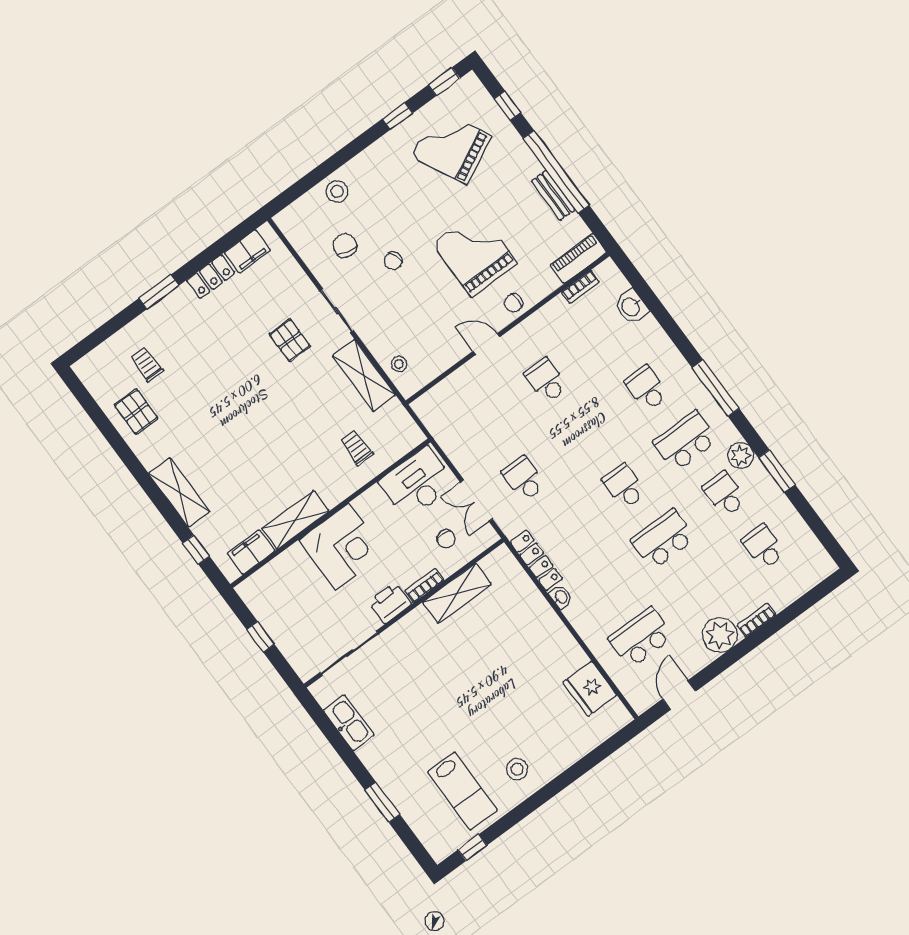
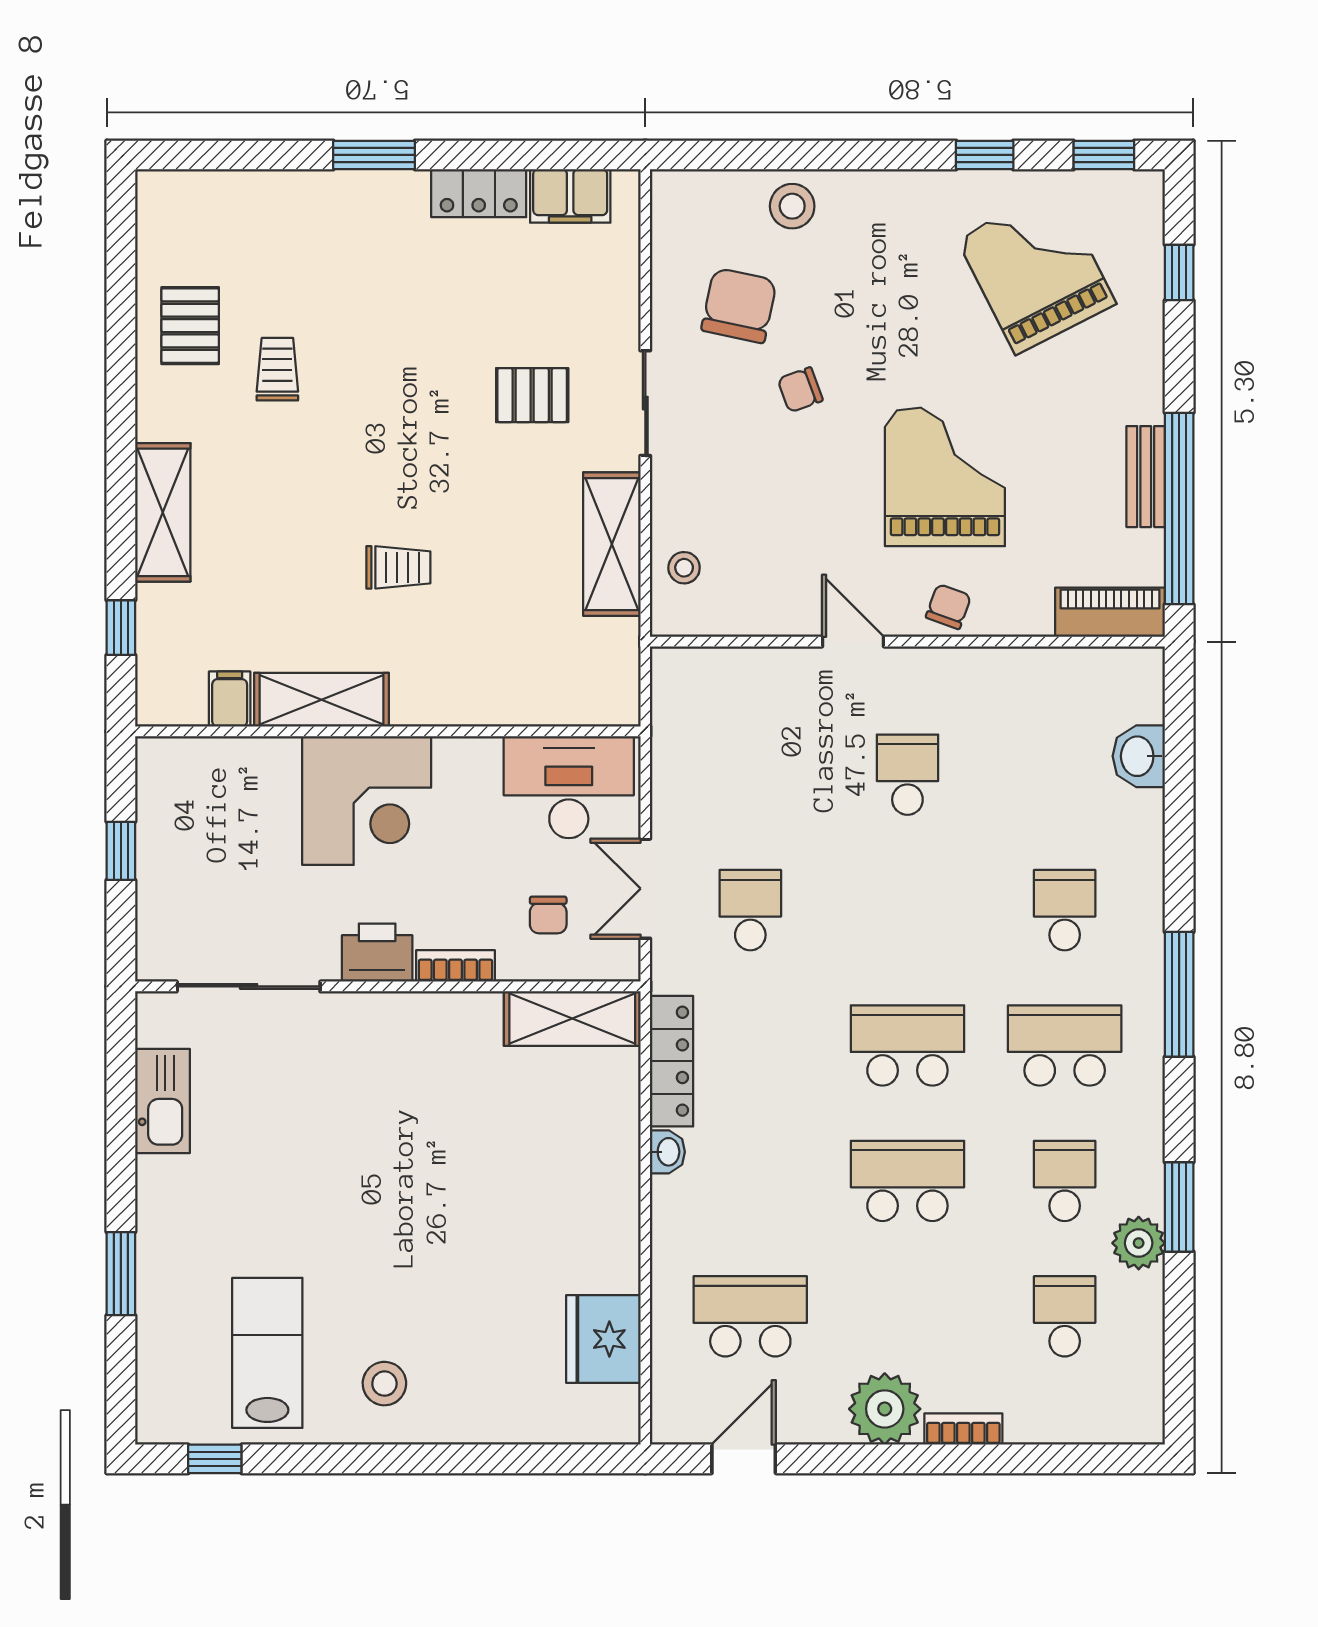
window: (556, 172) -> (1179, 509), moved
chair: (345, 246) -> (739, 305), width x1.37, depth x1.37
bookcase: (580, 287) -> (1079, 661), removed
chair: (514, 303) -> (948, 607), turned 110
pallet: (290, 340) -> (532, 395), turned 90
trolley: (147, 364) -> (277, 369), moved
trolley: (356, 448) -> (398, 567), moved, turned 90
plant: (741, 455) -> (1139, 1243), moved
school desk: (624, 486) -> (907, 1046), width x1.85
filing cabinet: (251, 552) -> (230, 699), width x0.50
shelving: (457, 593) -> (572, 1019), moved
lab bench: (462, 791) -> (267, 1353), turned 180

